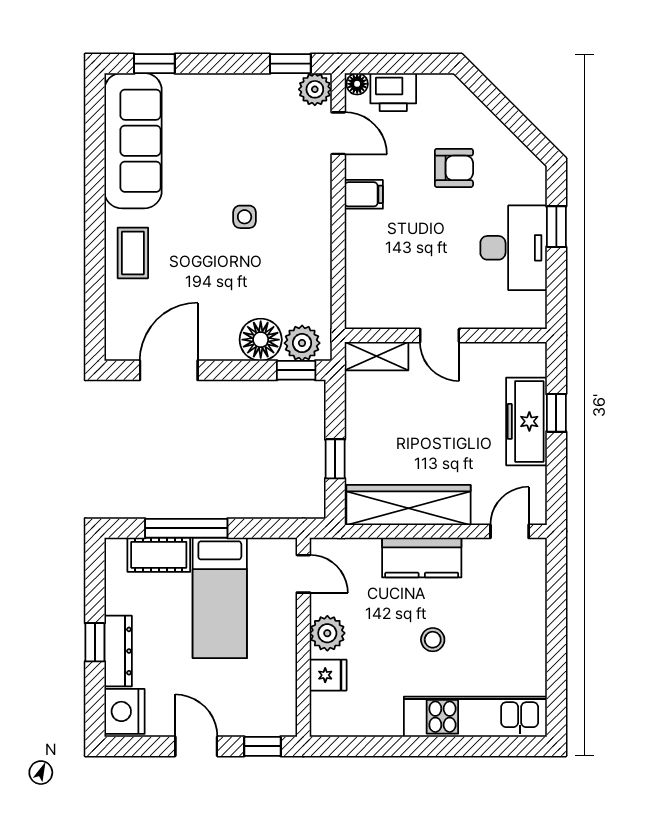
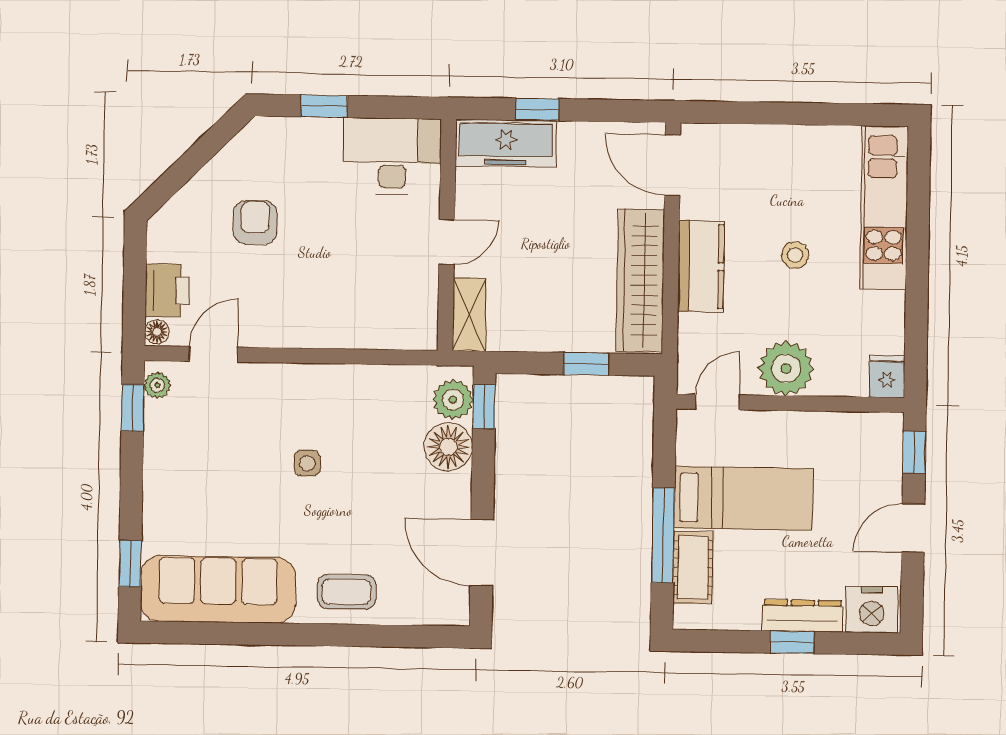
plant: (315, 89) -> (157, 385), width x0.73, depth x0.73
filing cabinet: (364, 194) -> (284, 326), removed
desk: (514, 248) -> (392, 156), moved
freezer: (526, 421) -> (506, 143), moved
door: (510, 531) -> (673, 165), width x1.37
plant: (327, 633) -> (786, 369), width x1.36, depth x1.36
fridge: (328, 675) -> (887, 376), moved

